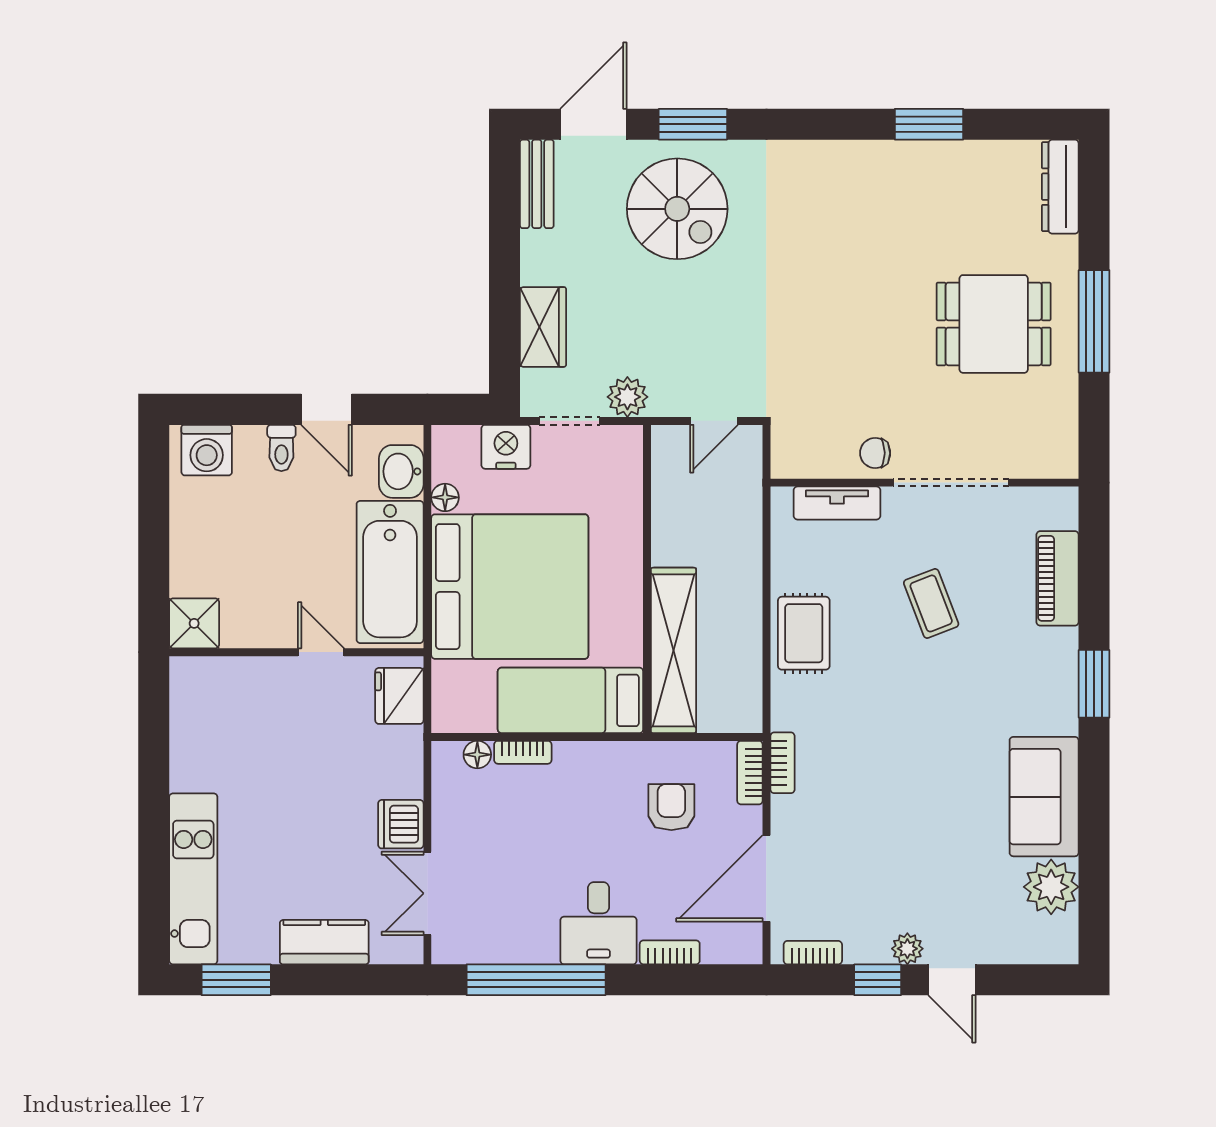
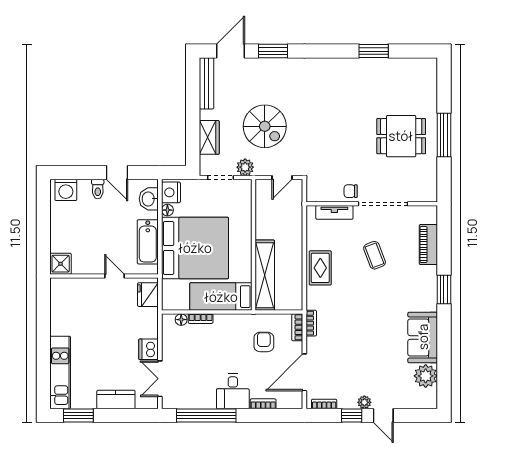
bench: (537, 184) -> (206, 83), width x1.36
dresser: (1060, 187) -> (430, 78), removed
spiral stairs: (677, 209) -> (265, 126), moved
nightstand: (506, 447) -> (171, 192), moved, turned -90
bathtub: (390, 572) -> (148, 242), width x0.73, depth x0.73

